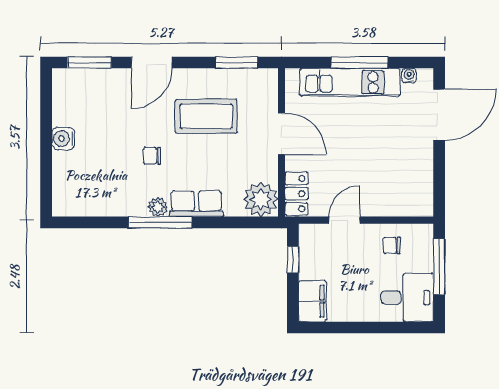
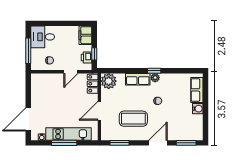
door: (282, 134) -> (99, 111), hinge flipped
row of seats: (65, 180) -> (197, 90), added
window: (160, 222) -> (154, 71), width x0.46
printer: (310, 252) -> (86, 58), added

